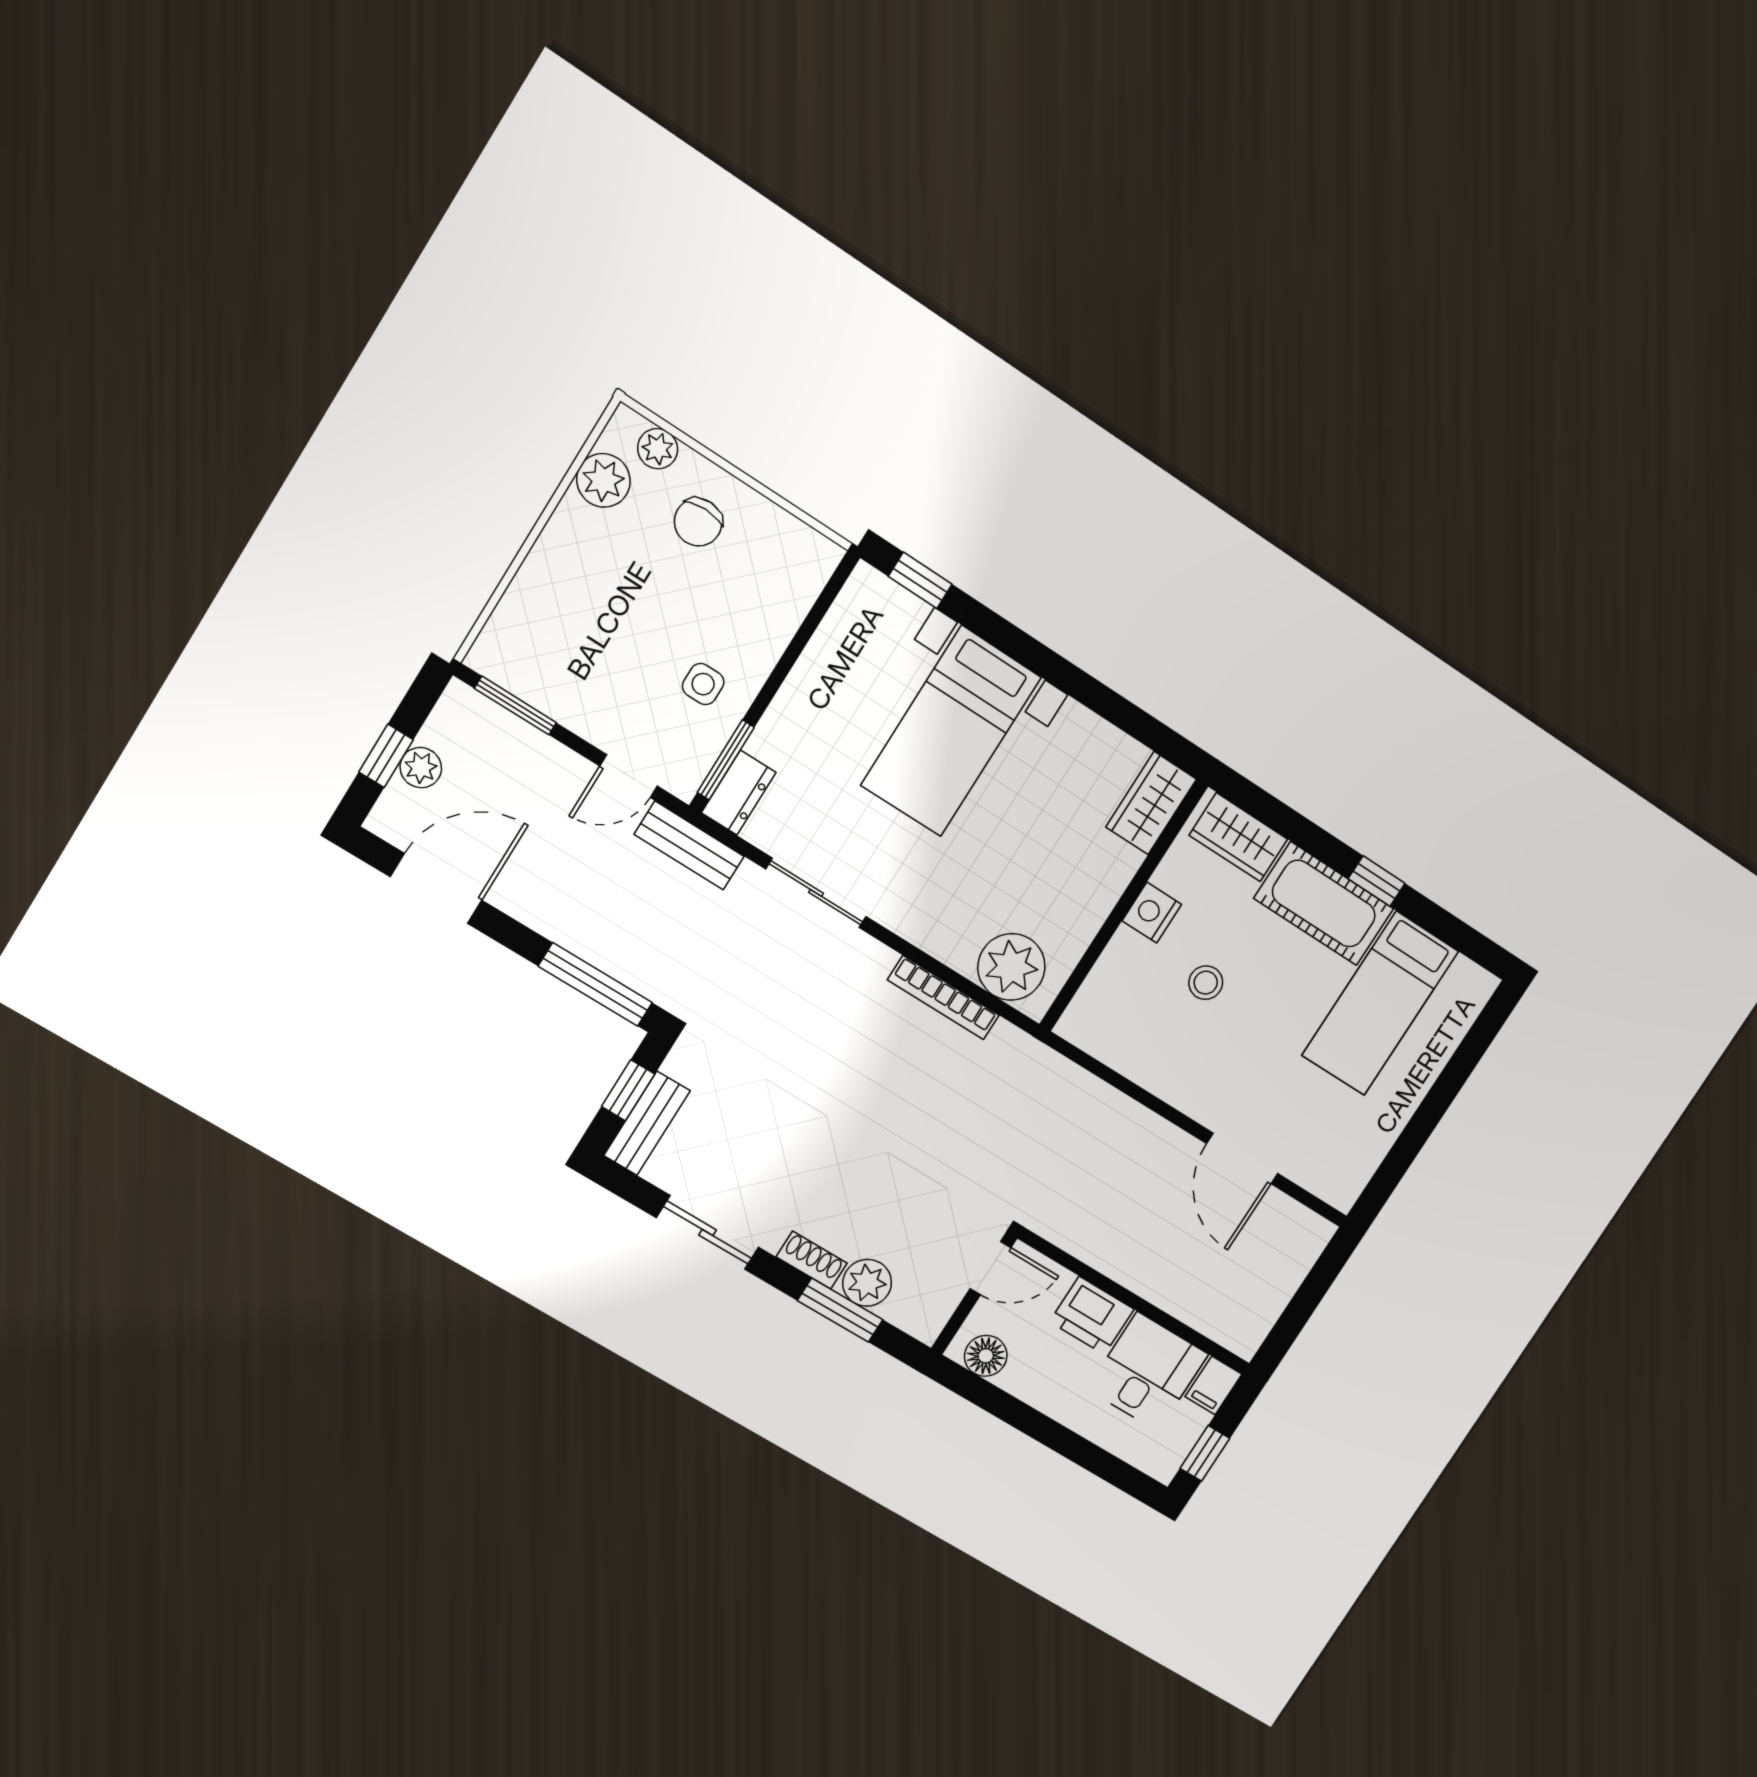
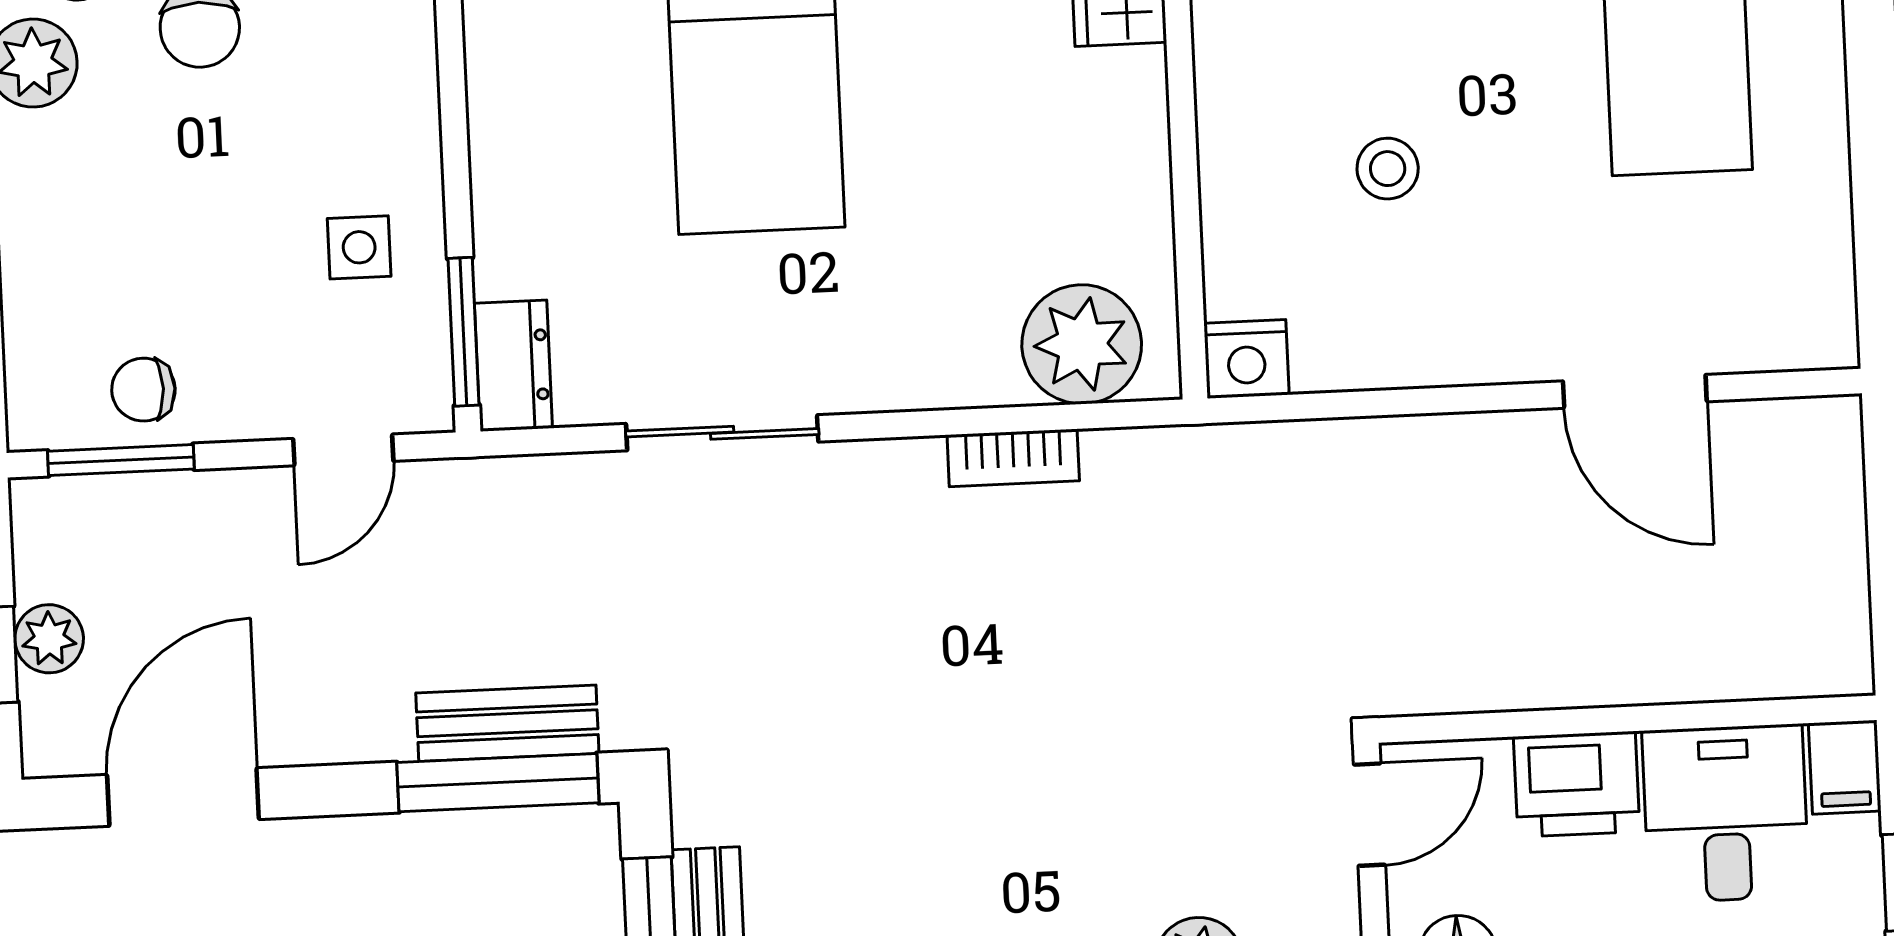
chair: (550, 679) -> (143, 390), added
bench: (689, 845) -> (507, 723), moved
nightstand: (1152, 913) -> (1246, 359), moved, turned -90
bookcase: (943, 998) -> (1013, 458), width x0.64

